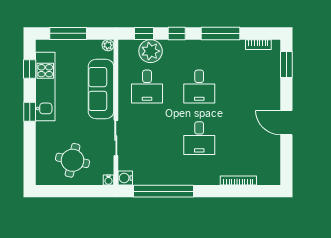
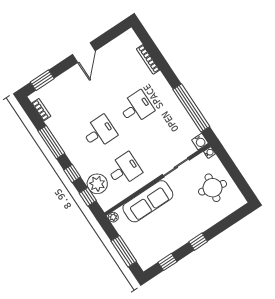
kitchen unit: (45, 87) -> (173, 242), removed

